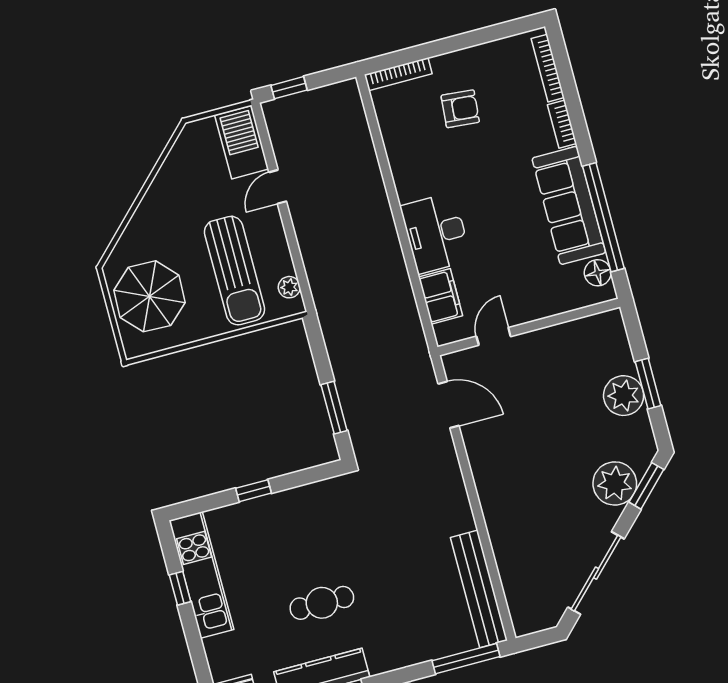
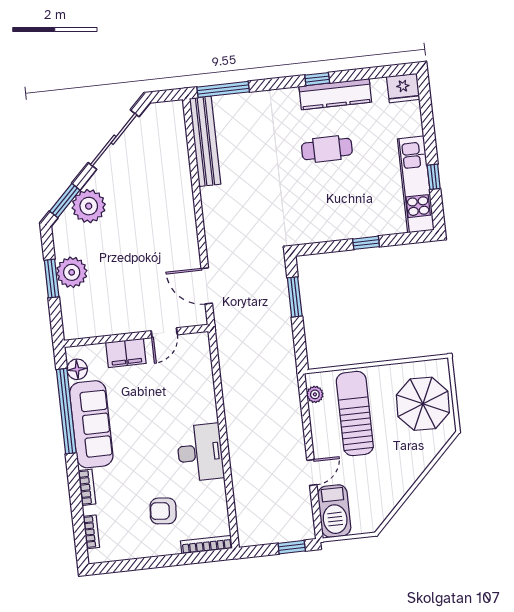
bookcase: (548, 68) -> (91, 532), width x0.64
desk: (436, 233) -> (200, 452), moved
filing cabinet: (441, 296) -> (126, 353), moved, turned -90

